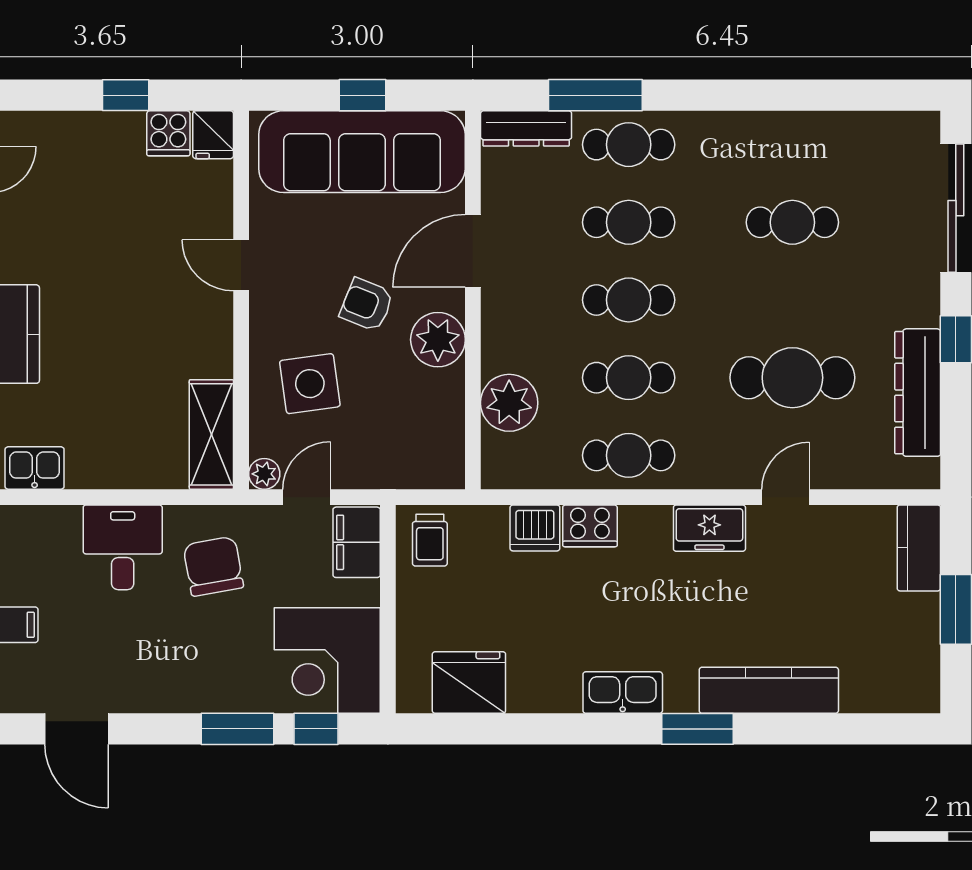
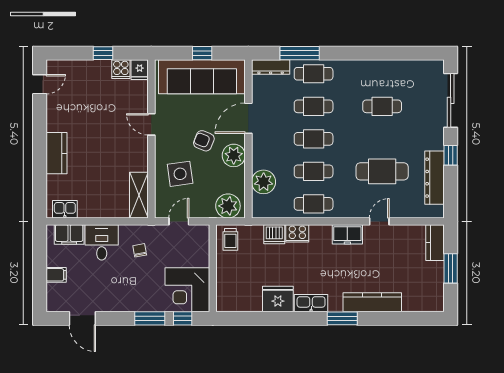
plant: (264, 474) -> (228, 206), moved, width x1.88, depth x1.88
filing cabinet: (357, 542) -> (69, 234), moved, turned -90
chair: (213, 566) -> (140, 250), width x0.54, depth x0.54
fridge: (469, 682) -> (278, 299), moved

